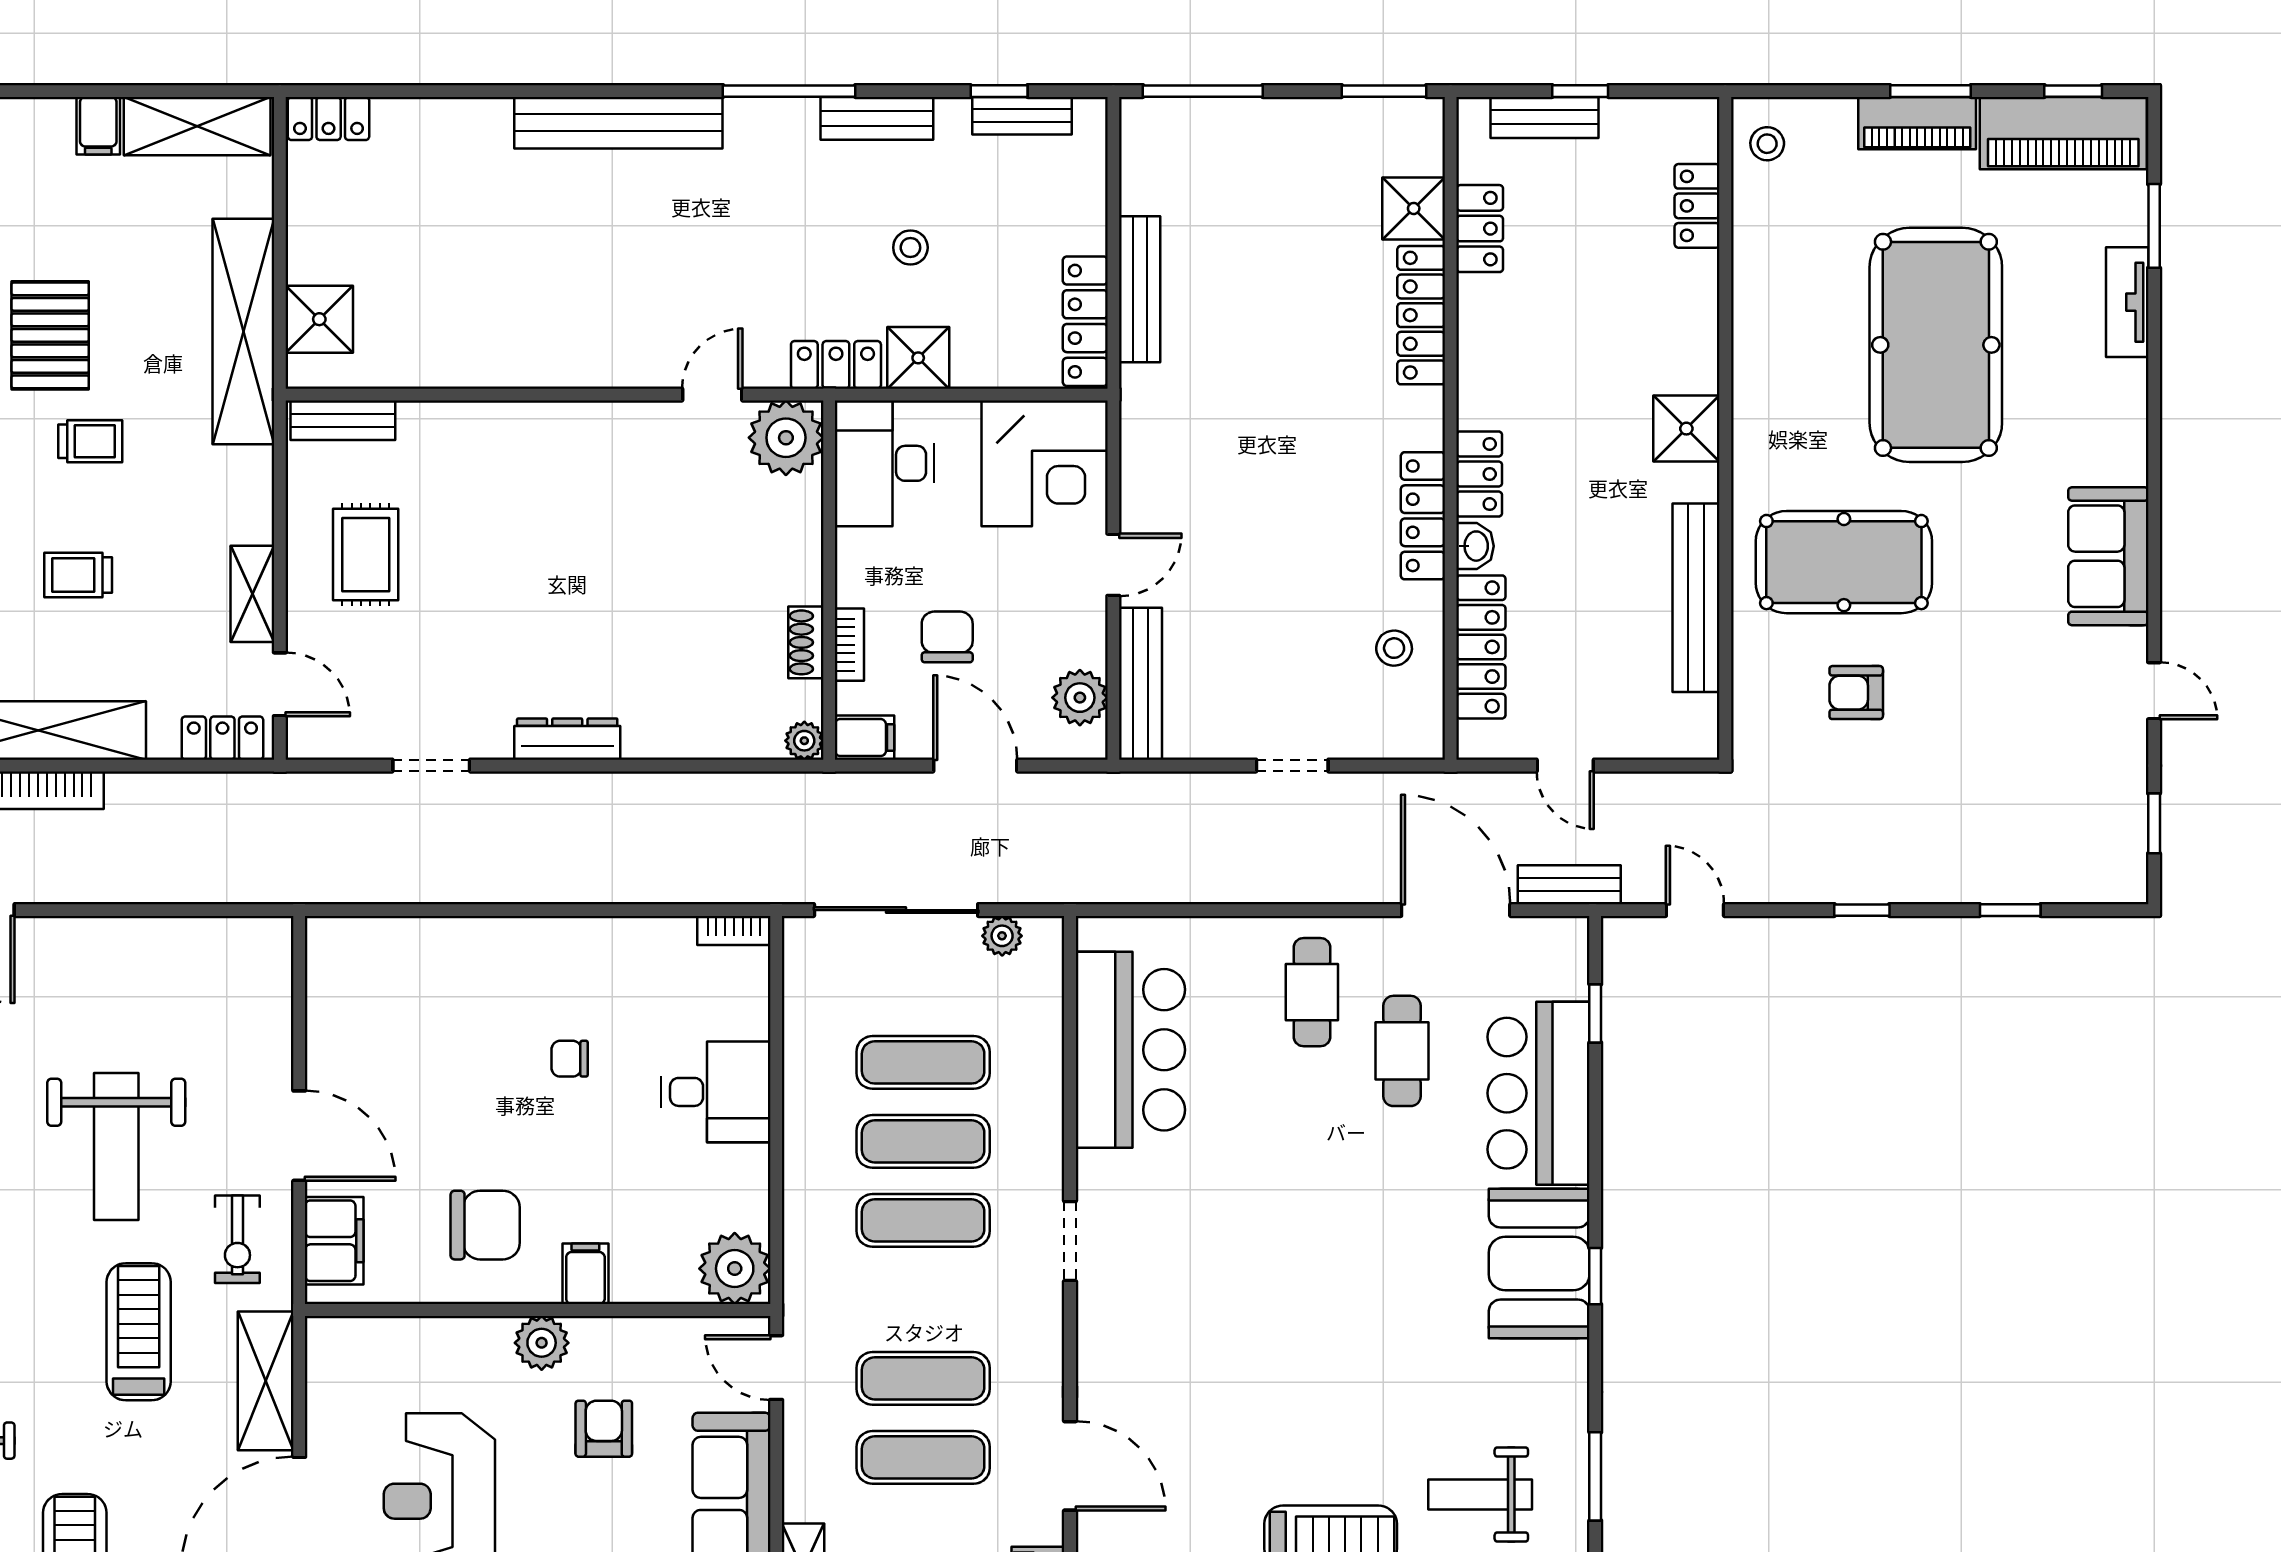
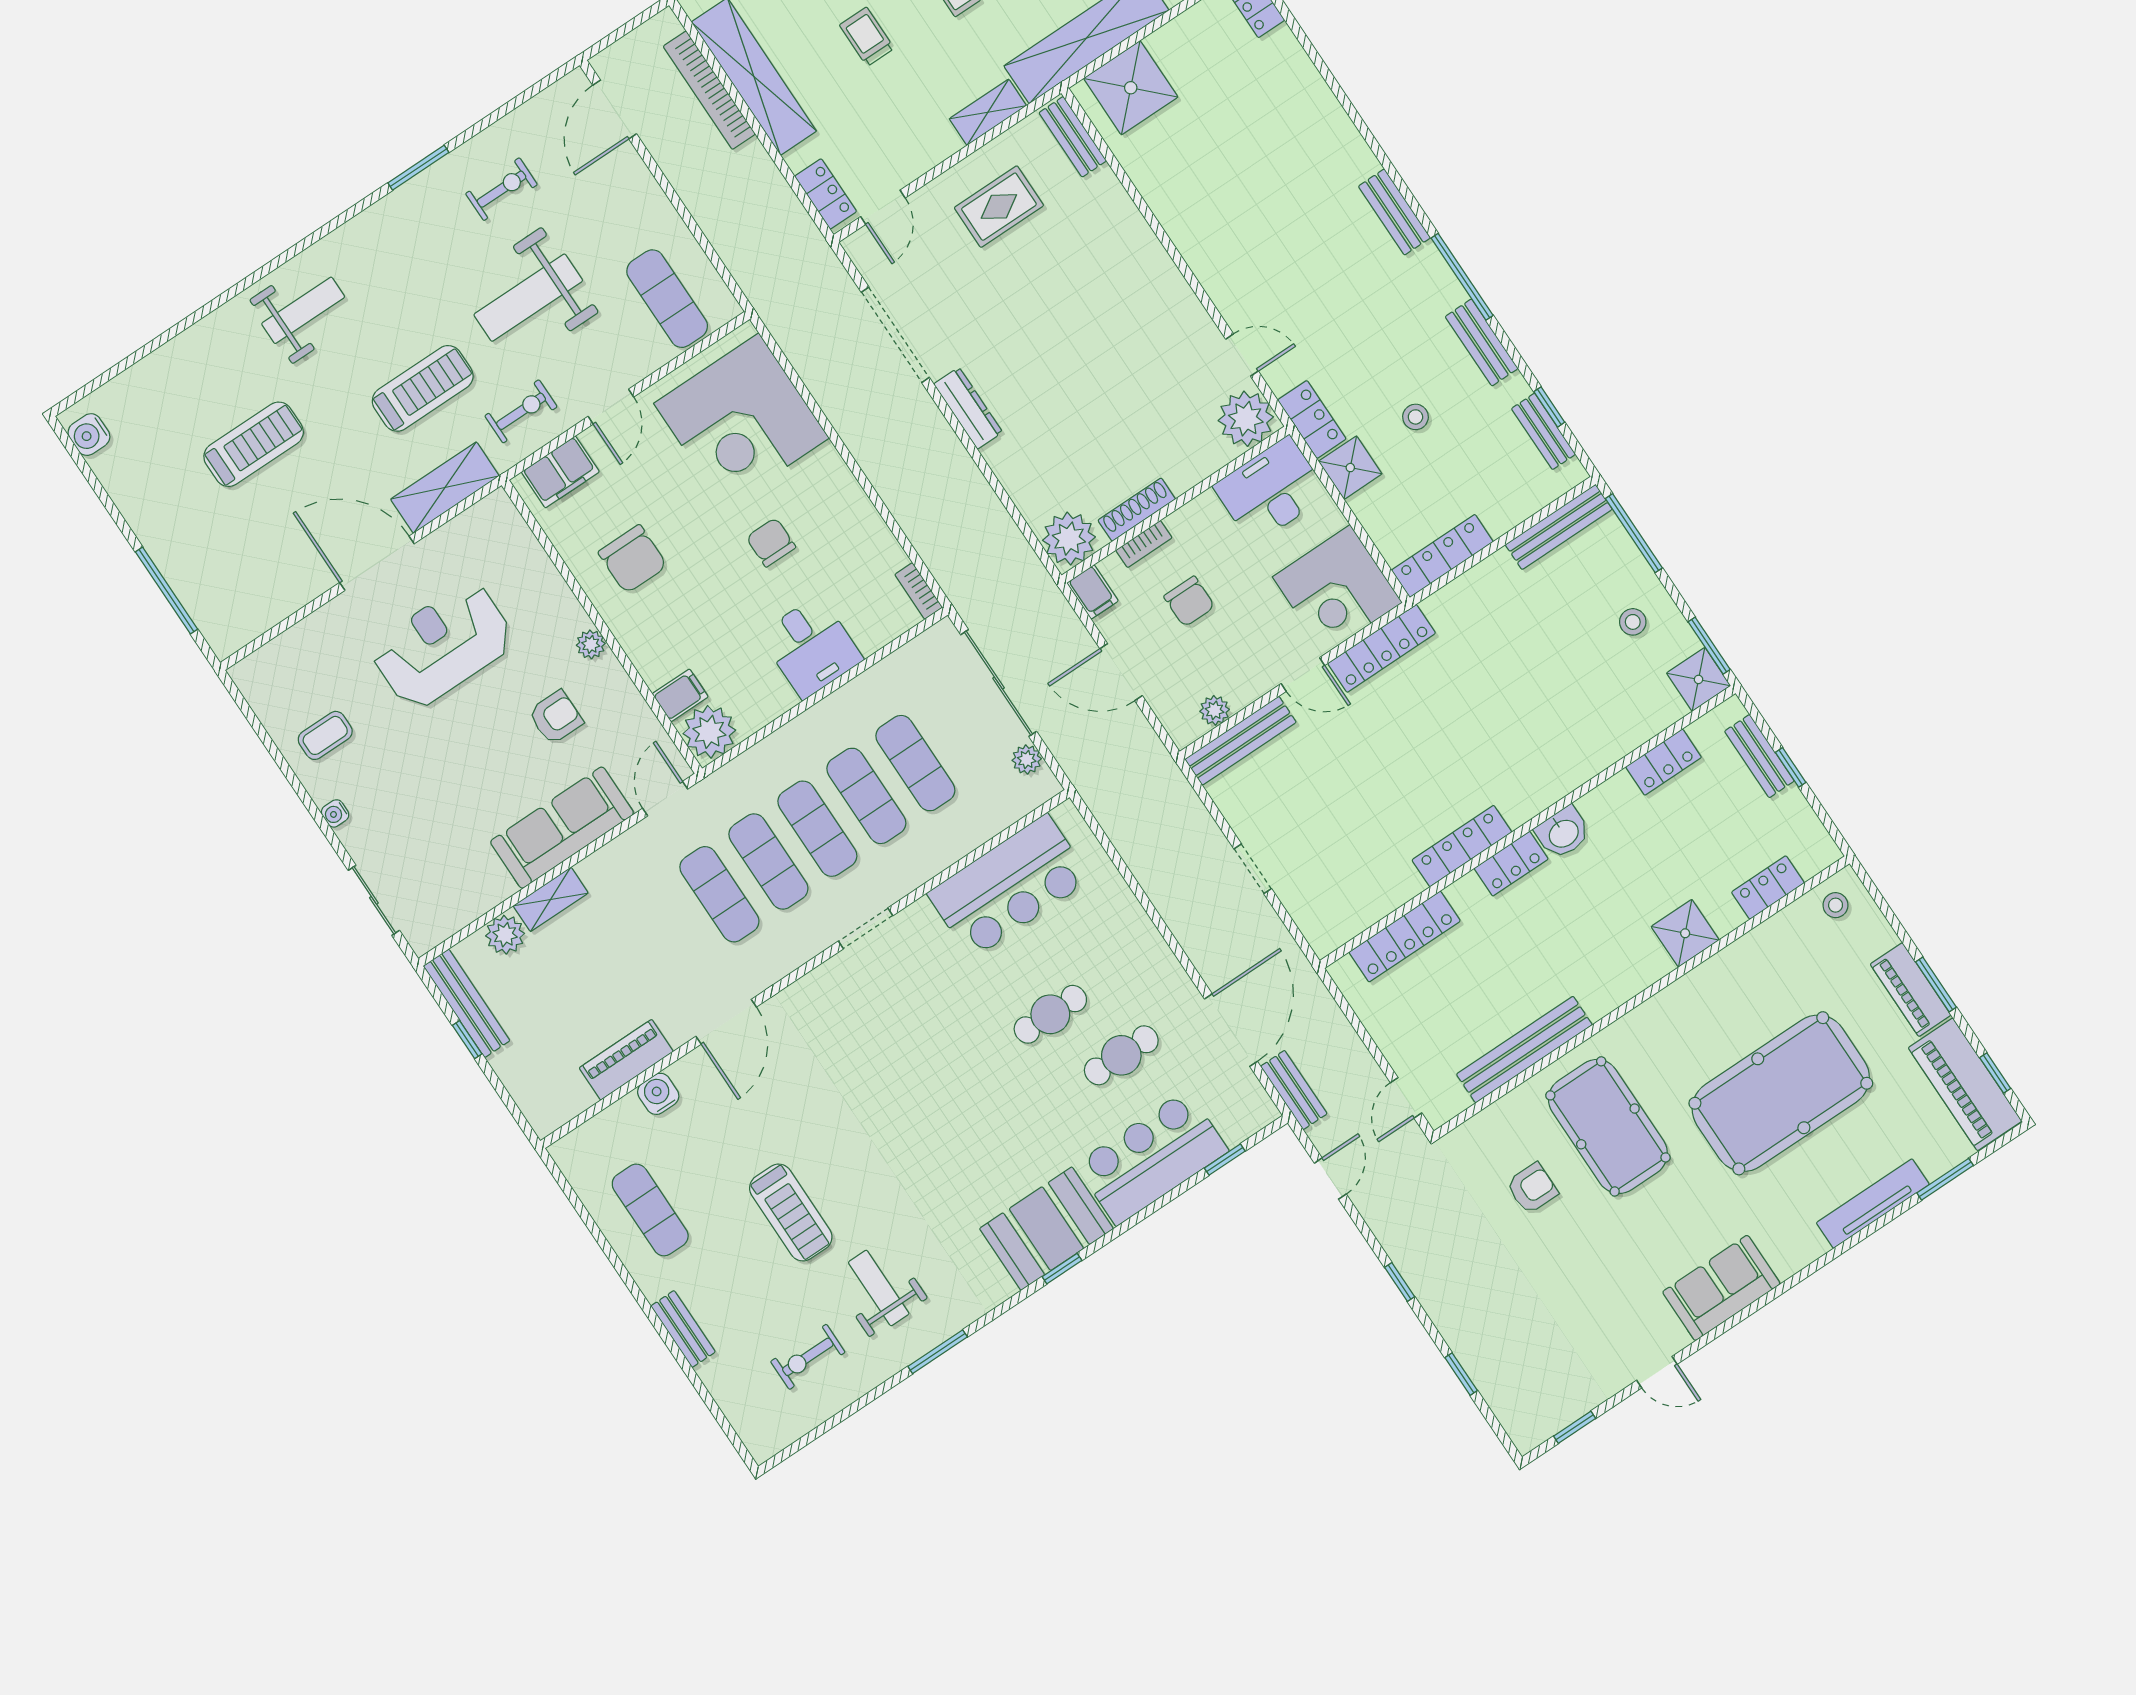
bench: (618, 123) -> (1394, 212), width x0.54, depth x0.82
shower: (1414, 208) -> (1699, 679), moved
bench: (1140, 289) -> (1559, 527), moved
tv unit: (2127, 302) -> (1873, 1204), width x1.41
locker: (1421, 315) -> (1382, 648), moved, turned 180
shower: (319, 319) -> (1131, 88), width x1.36, depth x1.36
shower: (1686, 429) -> (1685, 933), moved
washbasin: (1475, 546) -> (1563, 833), moved, width x1.38, depth x1.45
shelving: (252, 594) -> (988, 112), moved
chair: (947, 637) -> (1189, 601), turned 90
shoe rack: (806, 642) -> (1137, 510), width x1.43
stool: (1394, 648) -> (1633, 622), moved
door: (2154, 691) -> (1657, 1372), hinge flipped
armchair: (1856, 693) -> (1532, 1188), turned 90
plant: (1080, 698) -> (1215, 710), width x0.73, depth x0.73
plant: (804, 741) -> (1069, 539), width x1.88, depth x1.88
doorway: (431, 766) -> (895, 335), width x1.87
door: (975, 766) -> (1121, 672), swing flipped
door: (1565, 766) -> (1406, 1098), moved
cafe table: (1312, 992) -> (1050, 1014), moved
exercise mat: (221, 993) -> (667, 299), added
corner desk: (412, 1001) -> (741, 421), added
chair: (570, 1059) -> (771, 542), width x1.37, depth x1.37
door: (299, 1136) -> (611, 407), width x0.73
exercise bike: (237, 1239) -> (521, 411), turned 180
filing cabinet: (585, 1274) -> (680, 695), moved
plant: (542, 1343) -> (591, 644), width x0.73, depth x0.73
exercise mat: (923, 1457) -> (768, 861), moved

